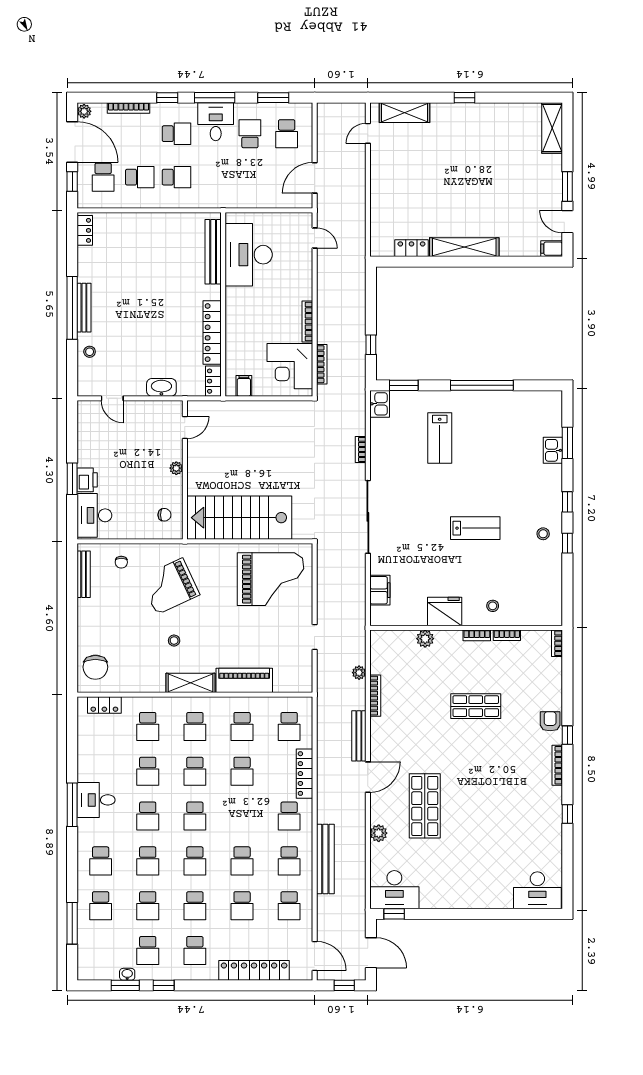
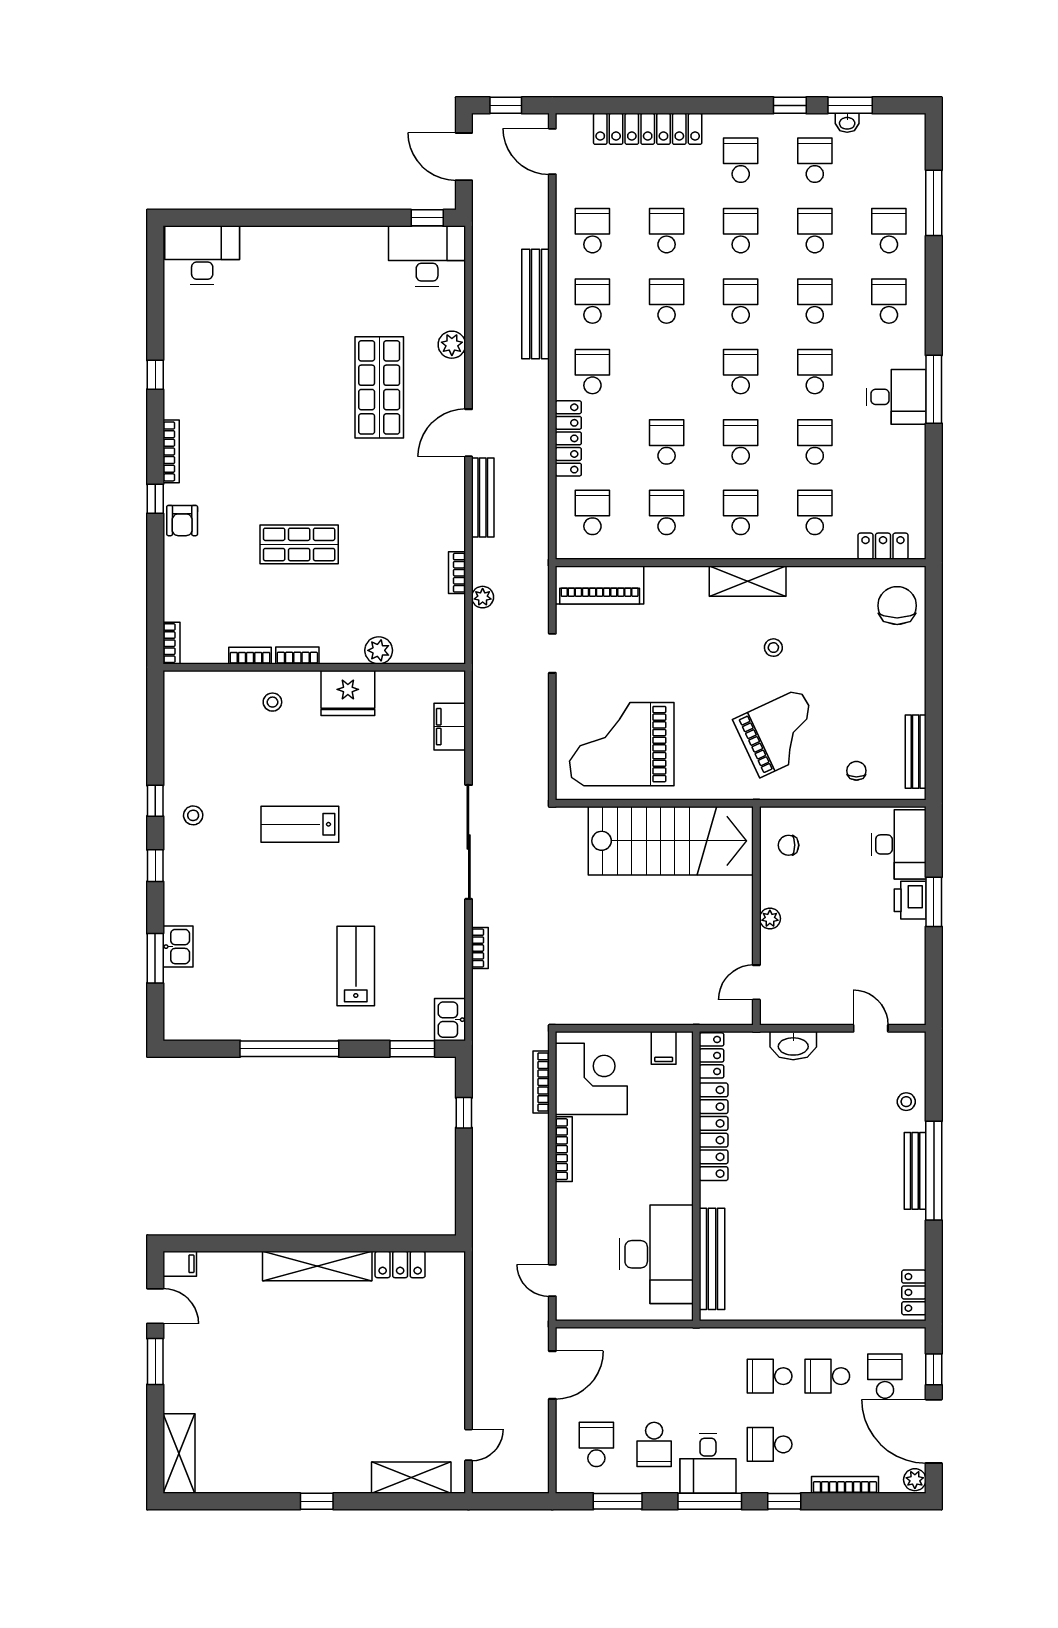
piano: (244, 680) -> (600, 585), moved
bookcase: (375, 696) -> (457, 573), width x0.64

